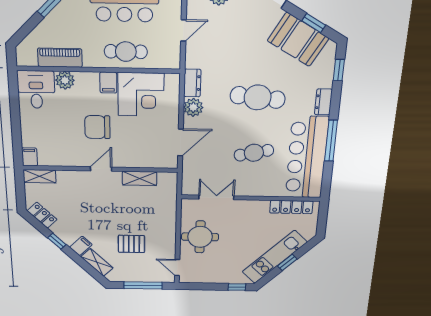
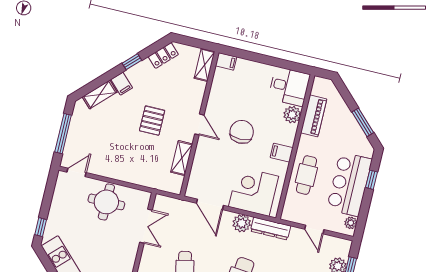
dresser: (192, 83) -> (271, 228), width x1.44
corner desk: (141, 94) -> (254, 191), moved, turned 90
pallet: (131, 244) -> (152, 121), moved

